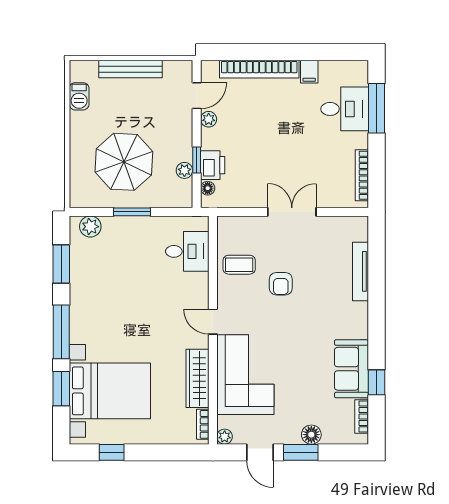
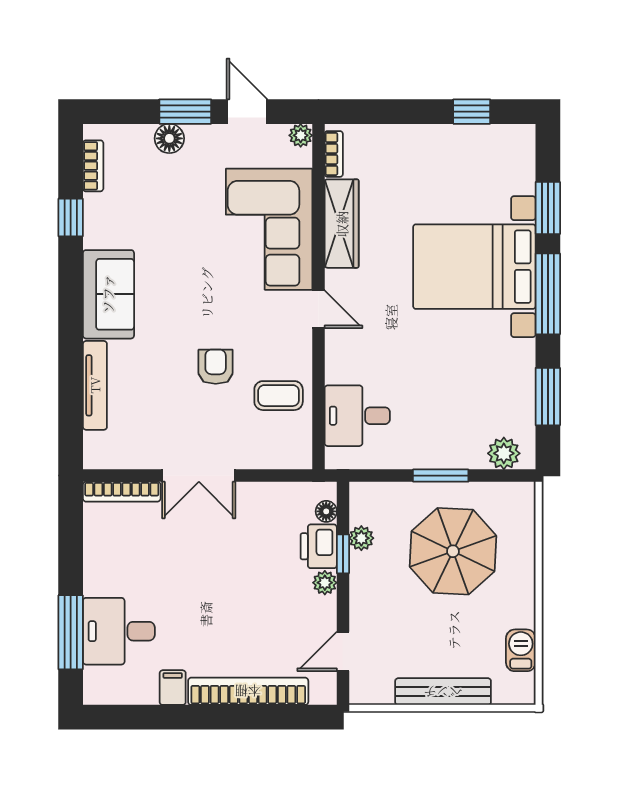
plant: (209, 119) -> (325, 583), moved
bookcase: (362, 175) -> (122, 492), moved, turned 90
sofa: (352, 369) -> (108, 294), moved
bed with nightstands: (110, 391) -> (474, 267), moved

